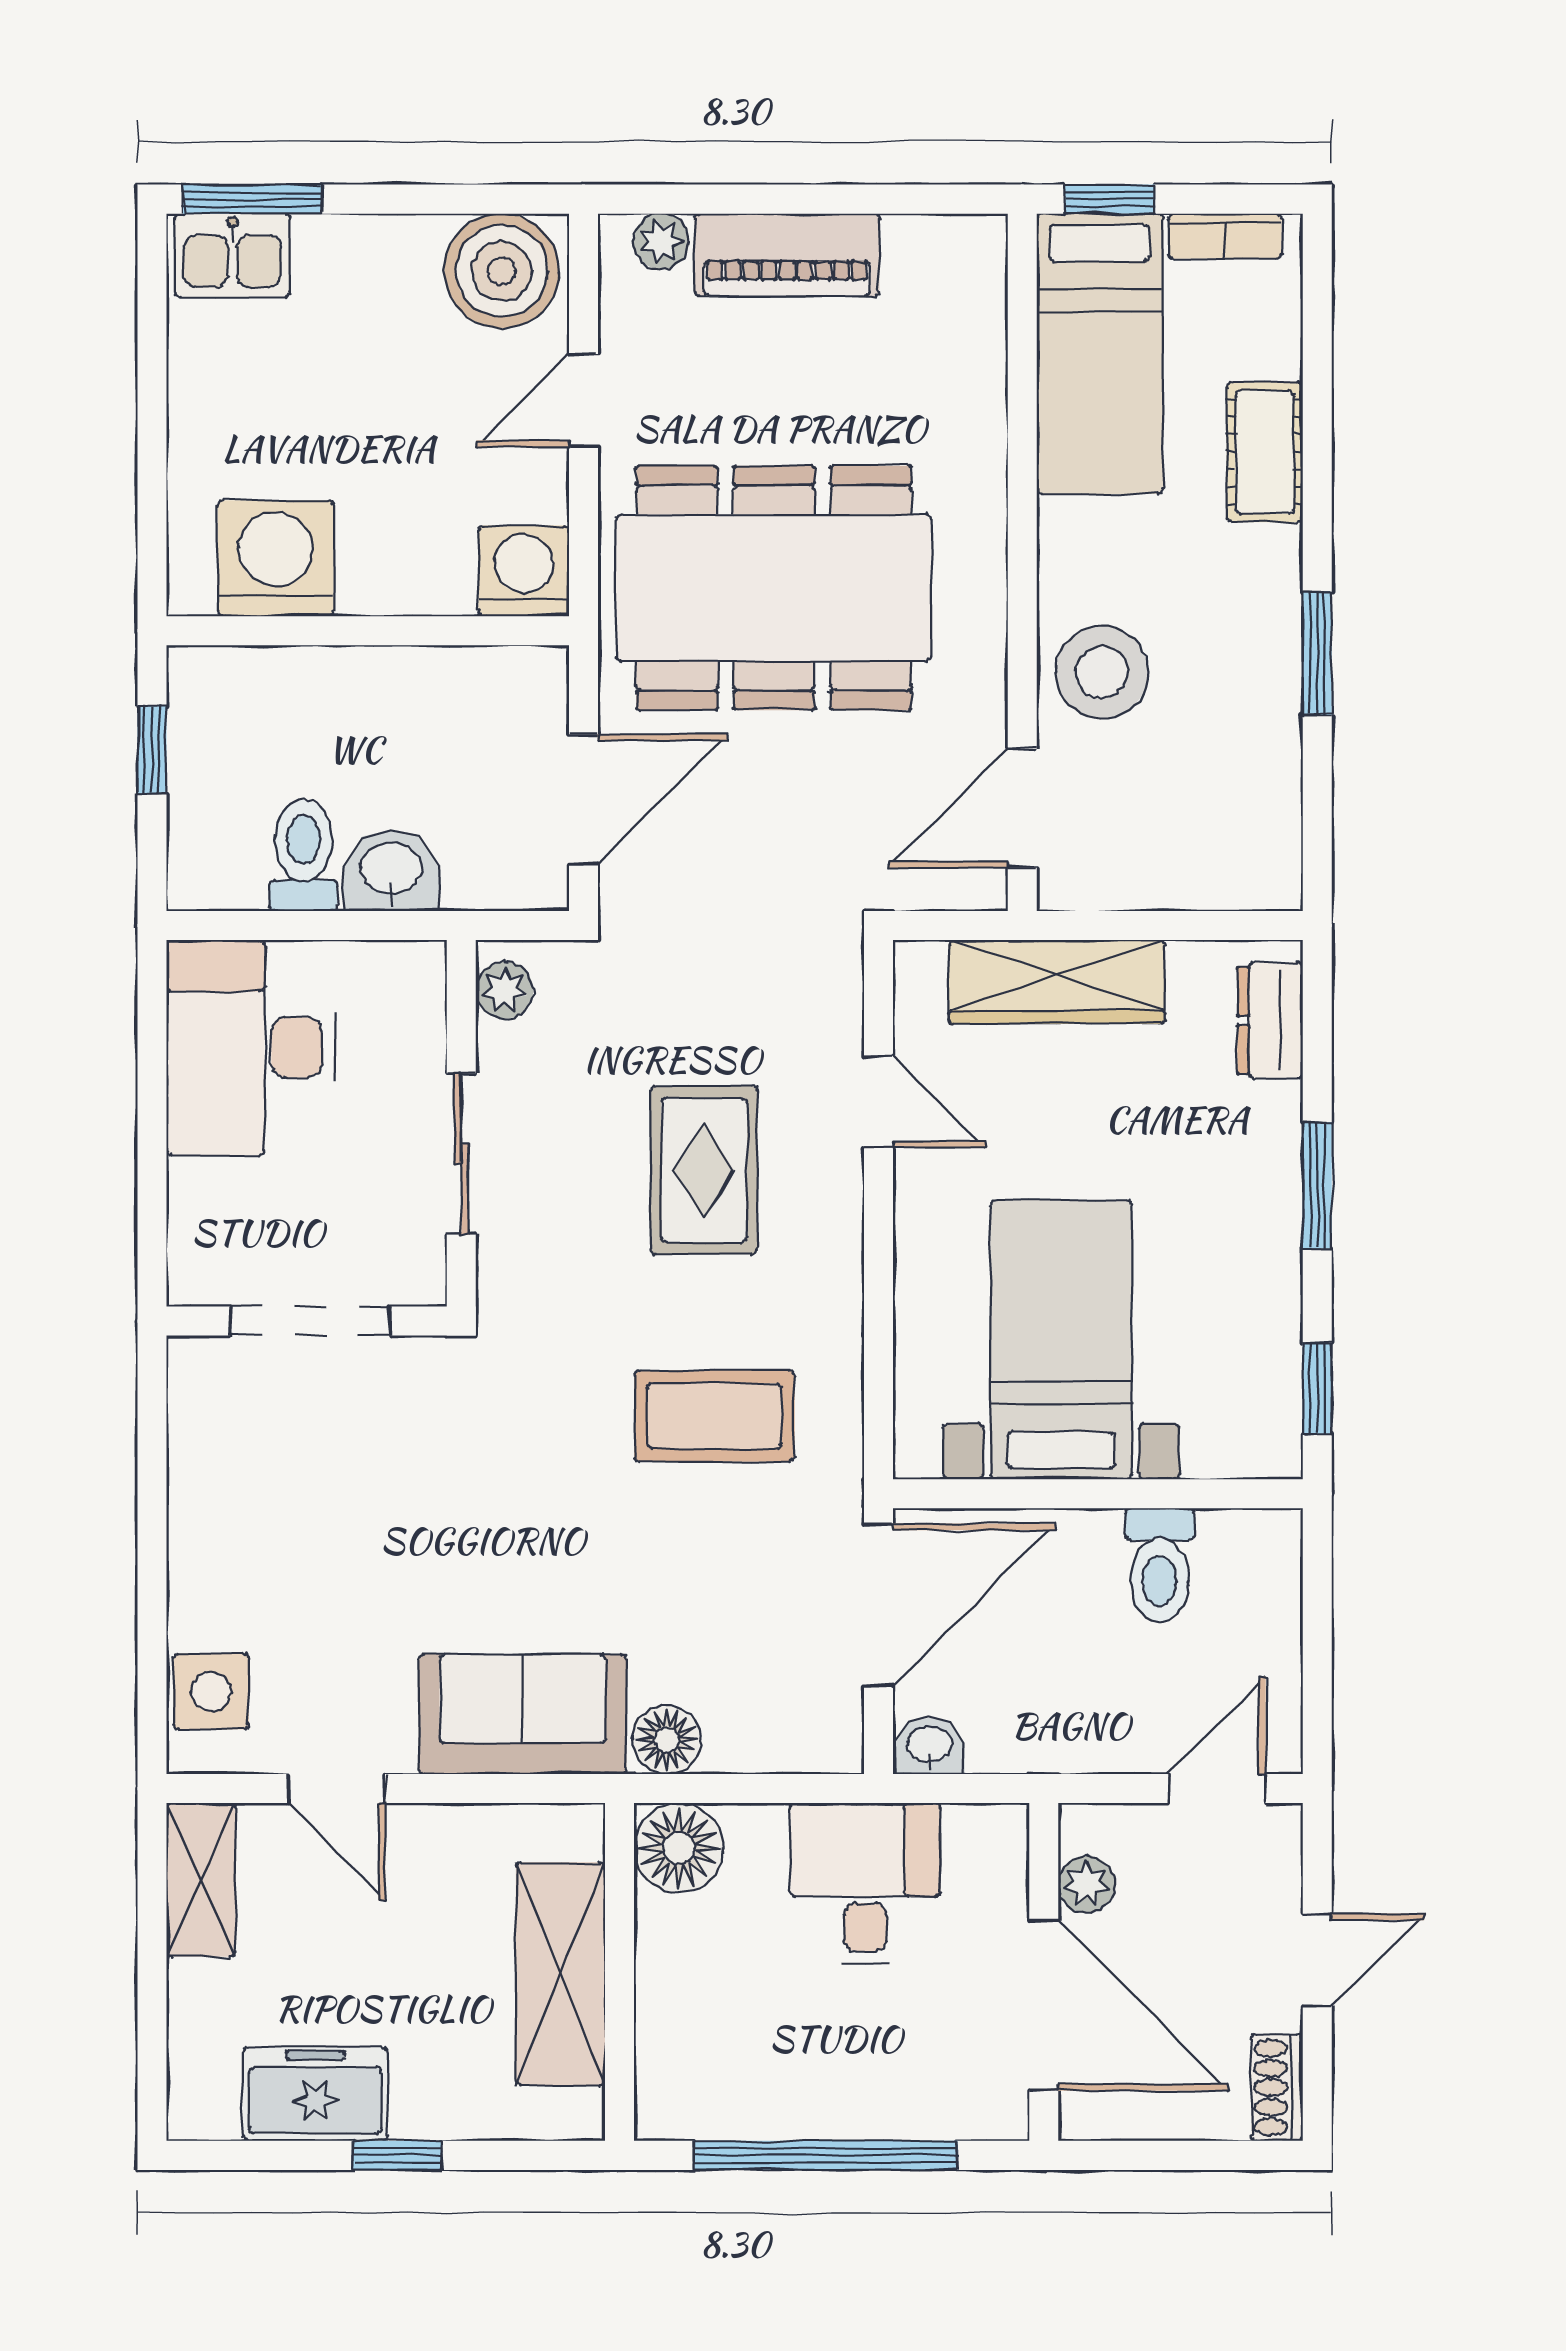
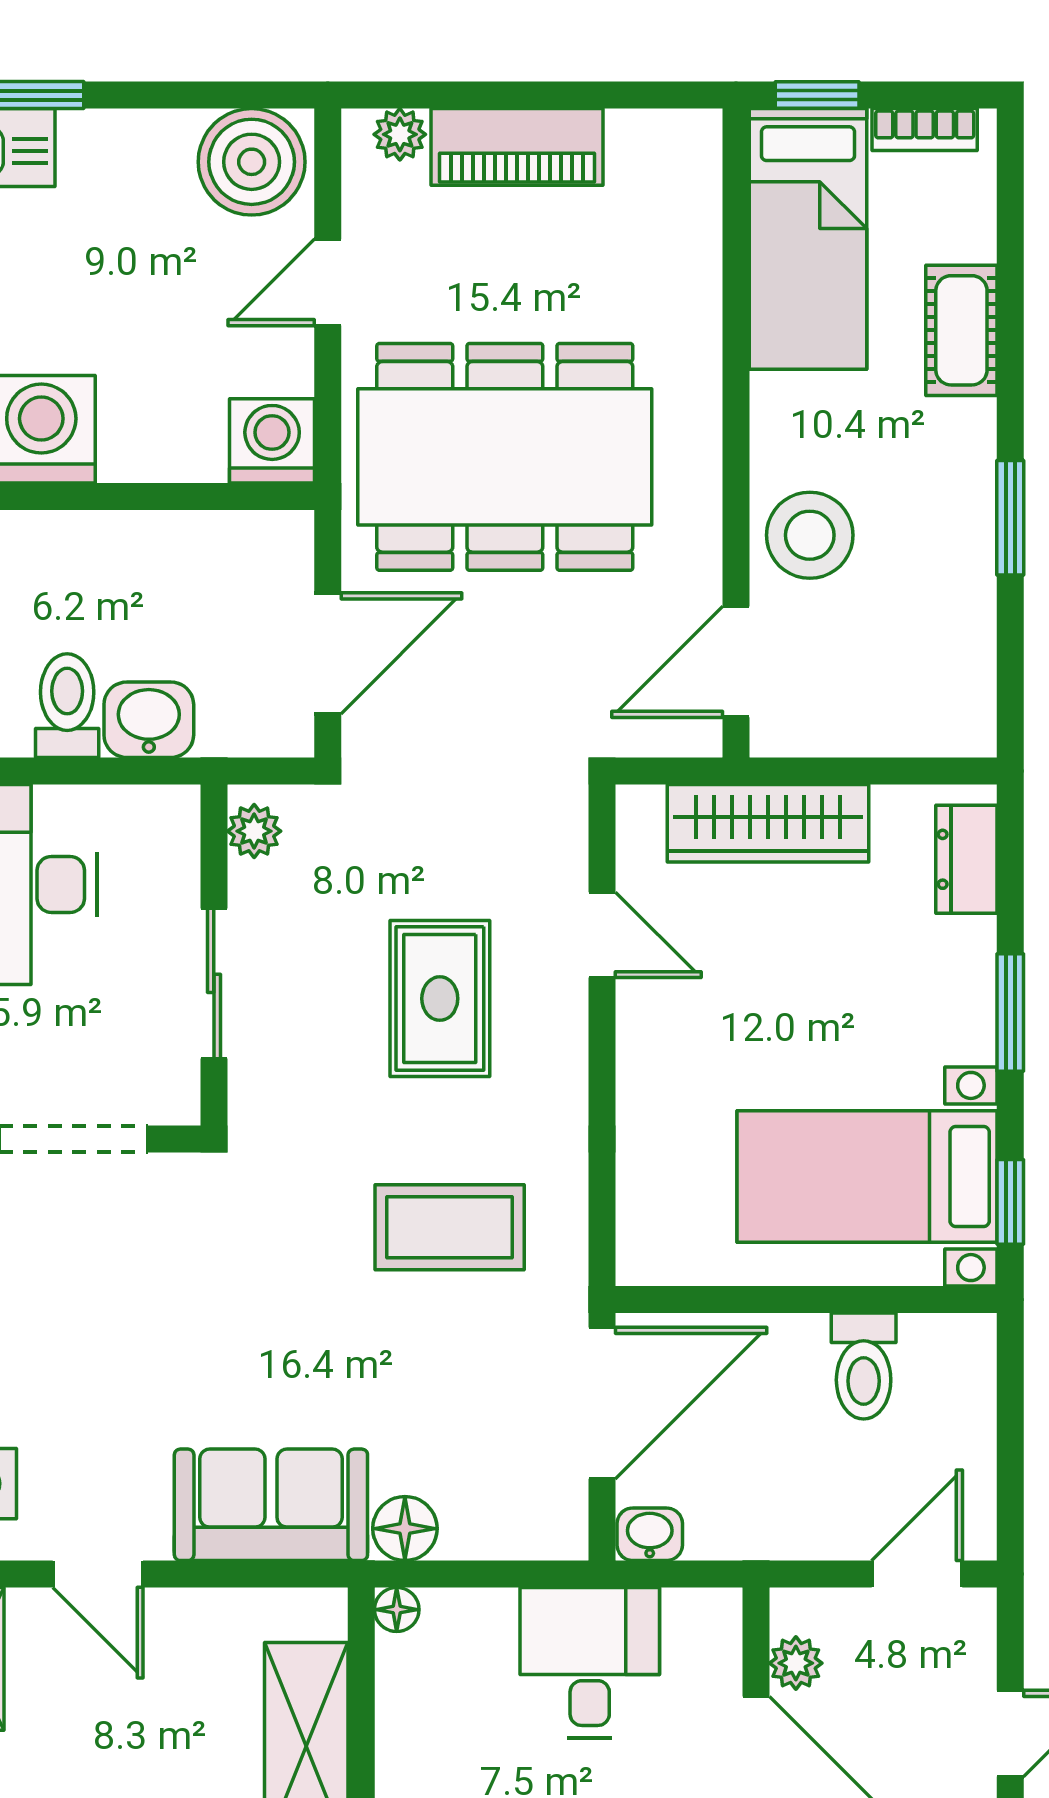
bed with nightstands: (1061, 1340) -> (867, 1177), moved, turned -90
floor lamp: (679, 1848) -> (397, 1610), width x0.53, depth x0.53

